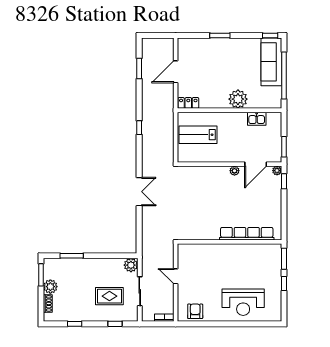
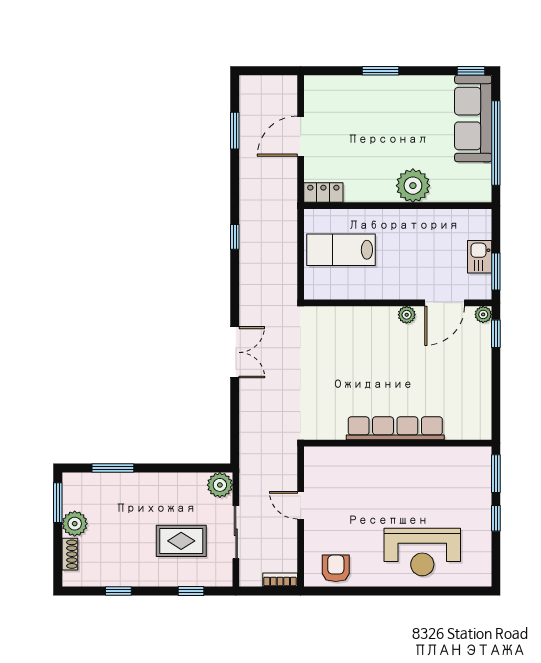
kitchen sink: (257, 119) -> (480, 257), moved, turned 90
row of seats: (247, 234) -> (395, 428), moved

